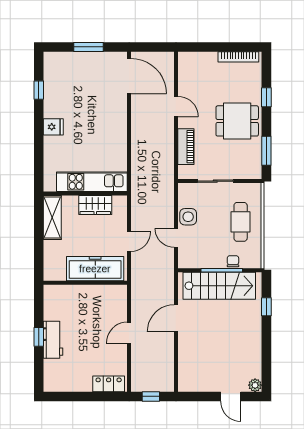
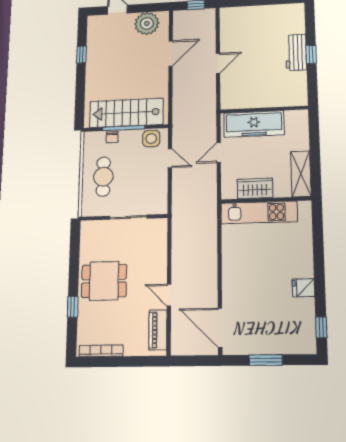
window: (39, 90) -> (321, 327), moved
fridge: (53, 127) -> (303, 288), moved
piano: (186, 147) -> (158, 330), moved
window: (266, 151) -> (75, 250), removed
side table: (188, 217) -> (151, 139), moved
window: (266, 307) -> (81, 55), moved
door: (176, 318) -> (171, 54), moved
locker: (109, 384) -> (238, 14), removed
plant: (255, 385) -> (147, 23), moved, width x1.88, depth x1.88

